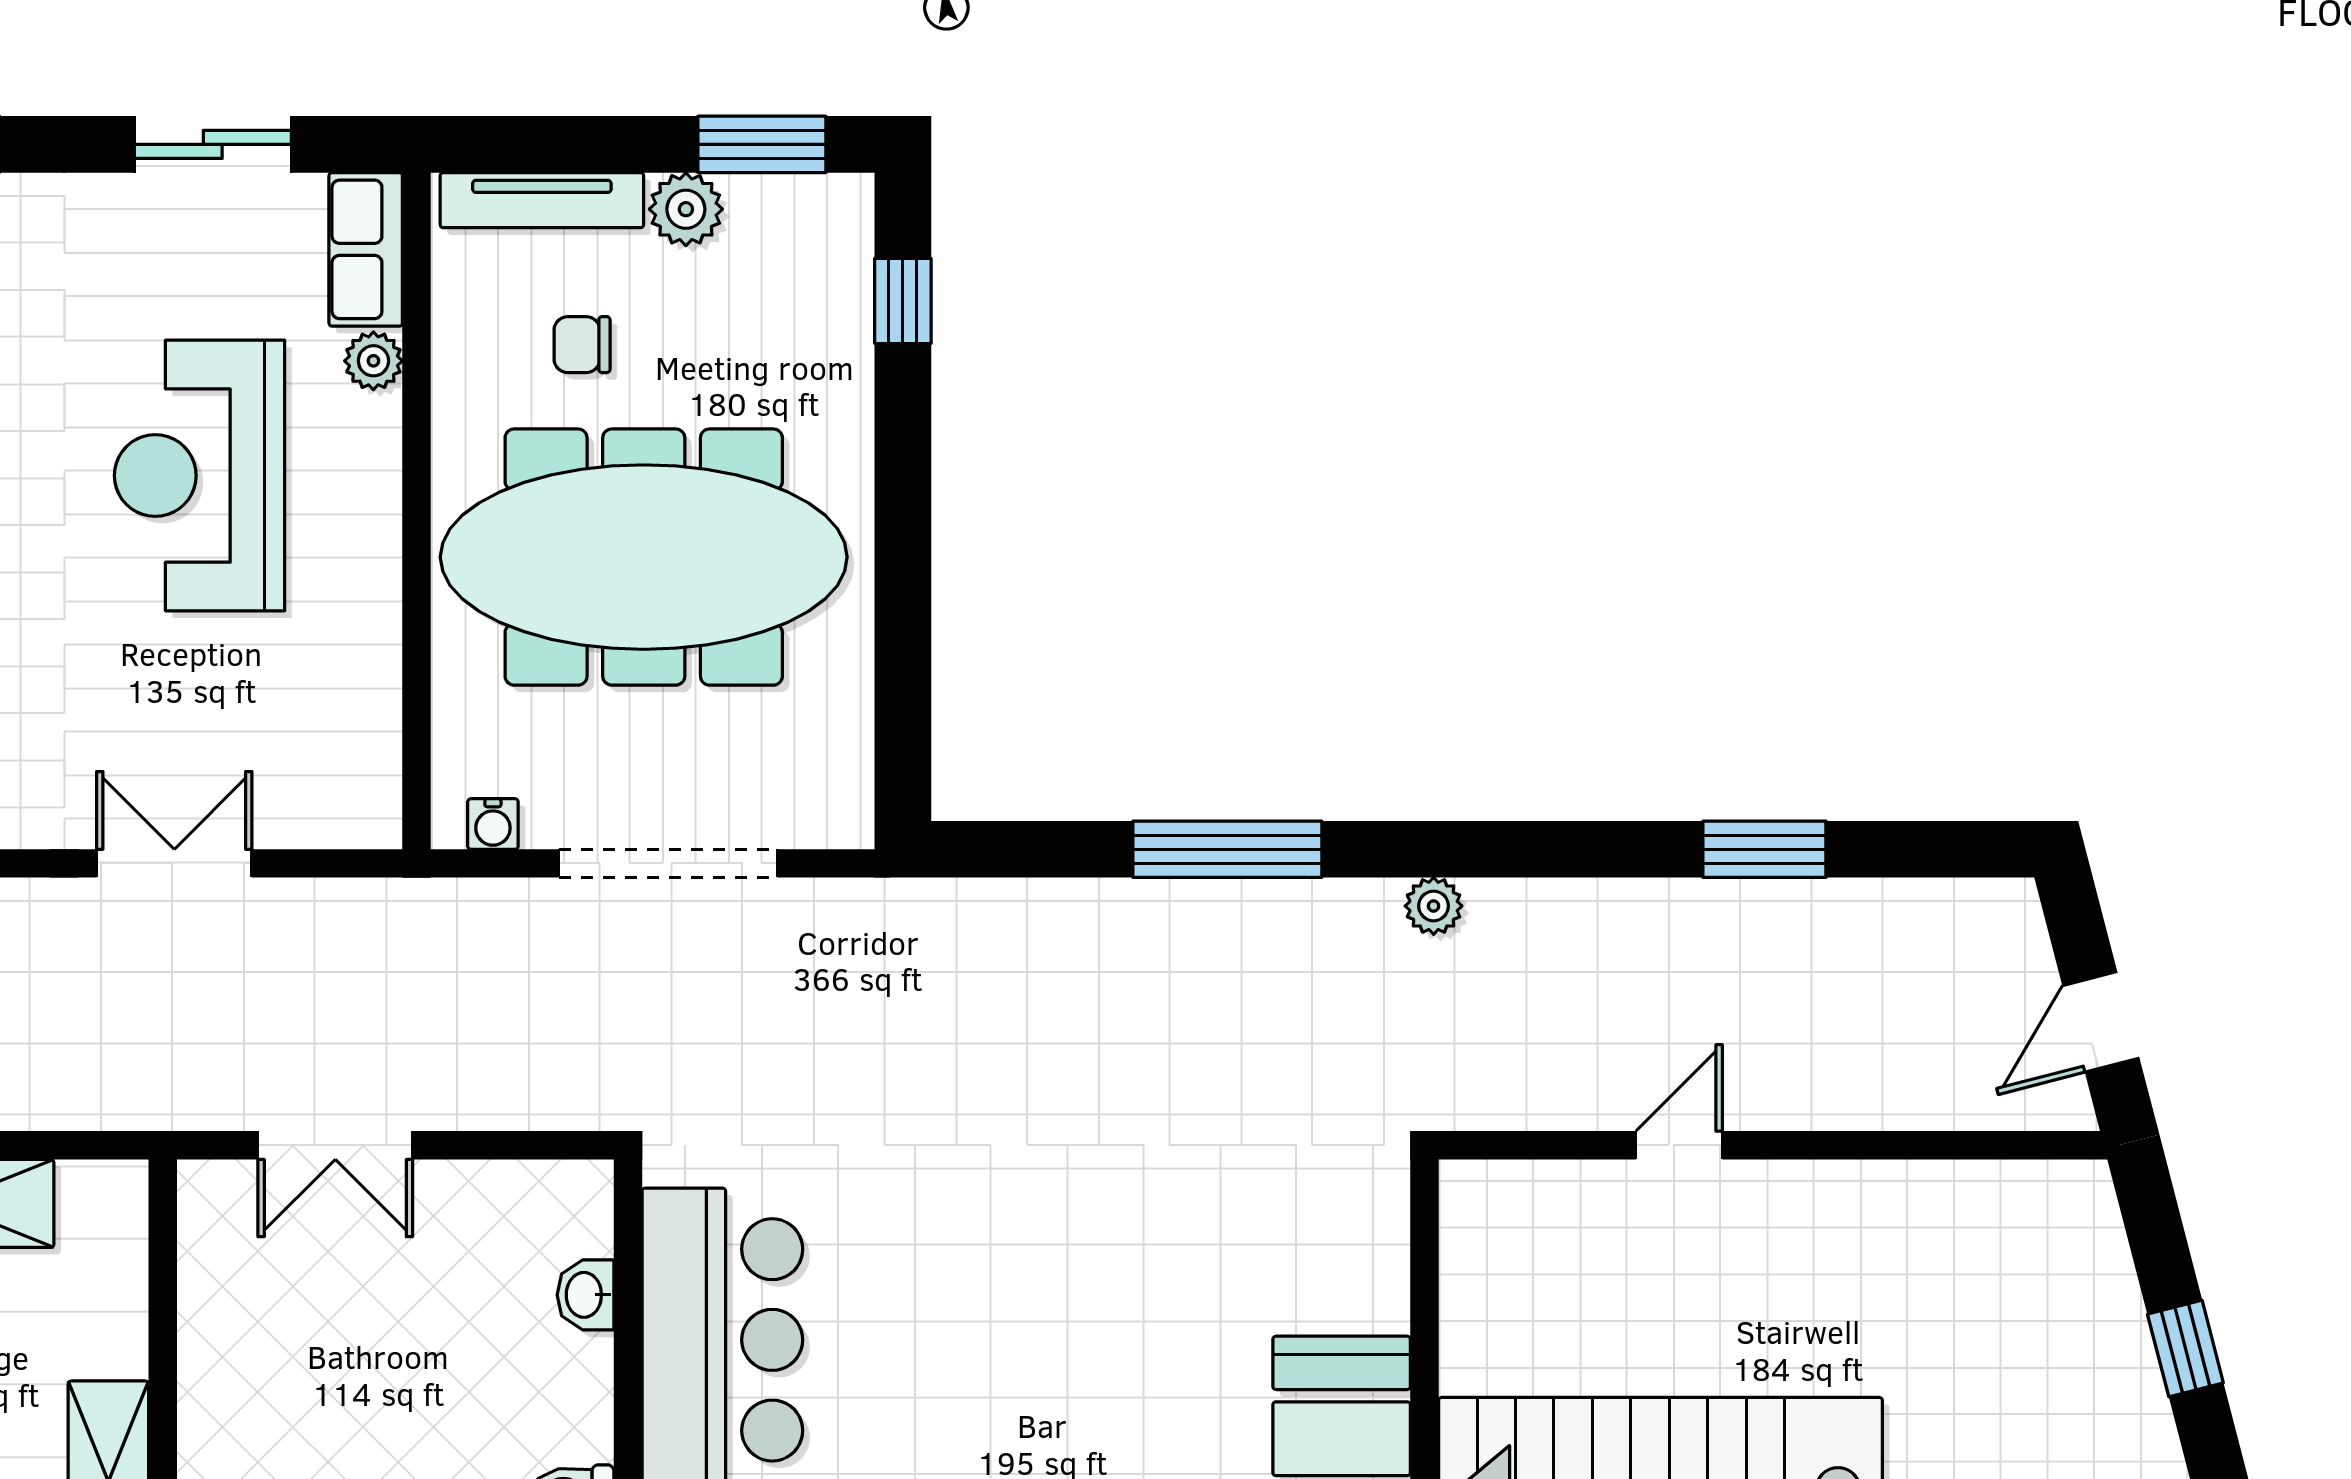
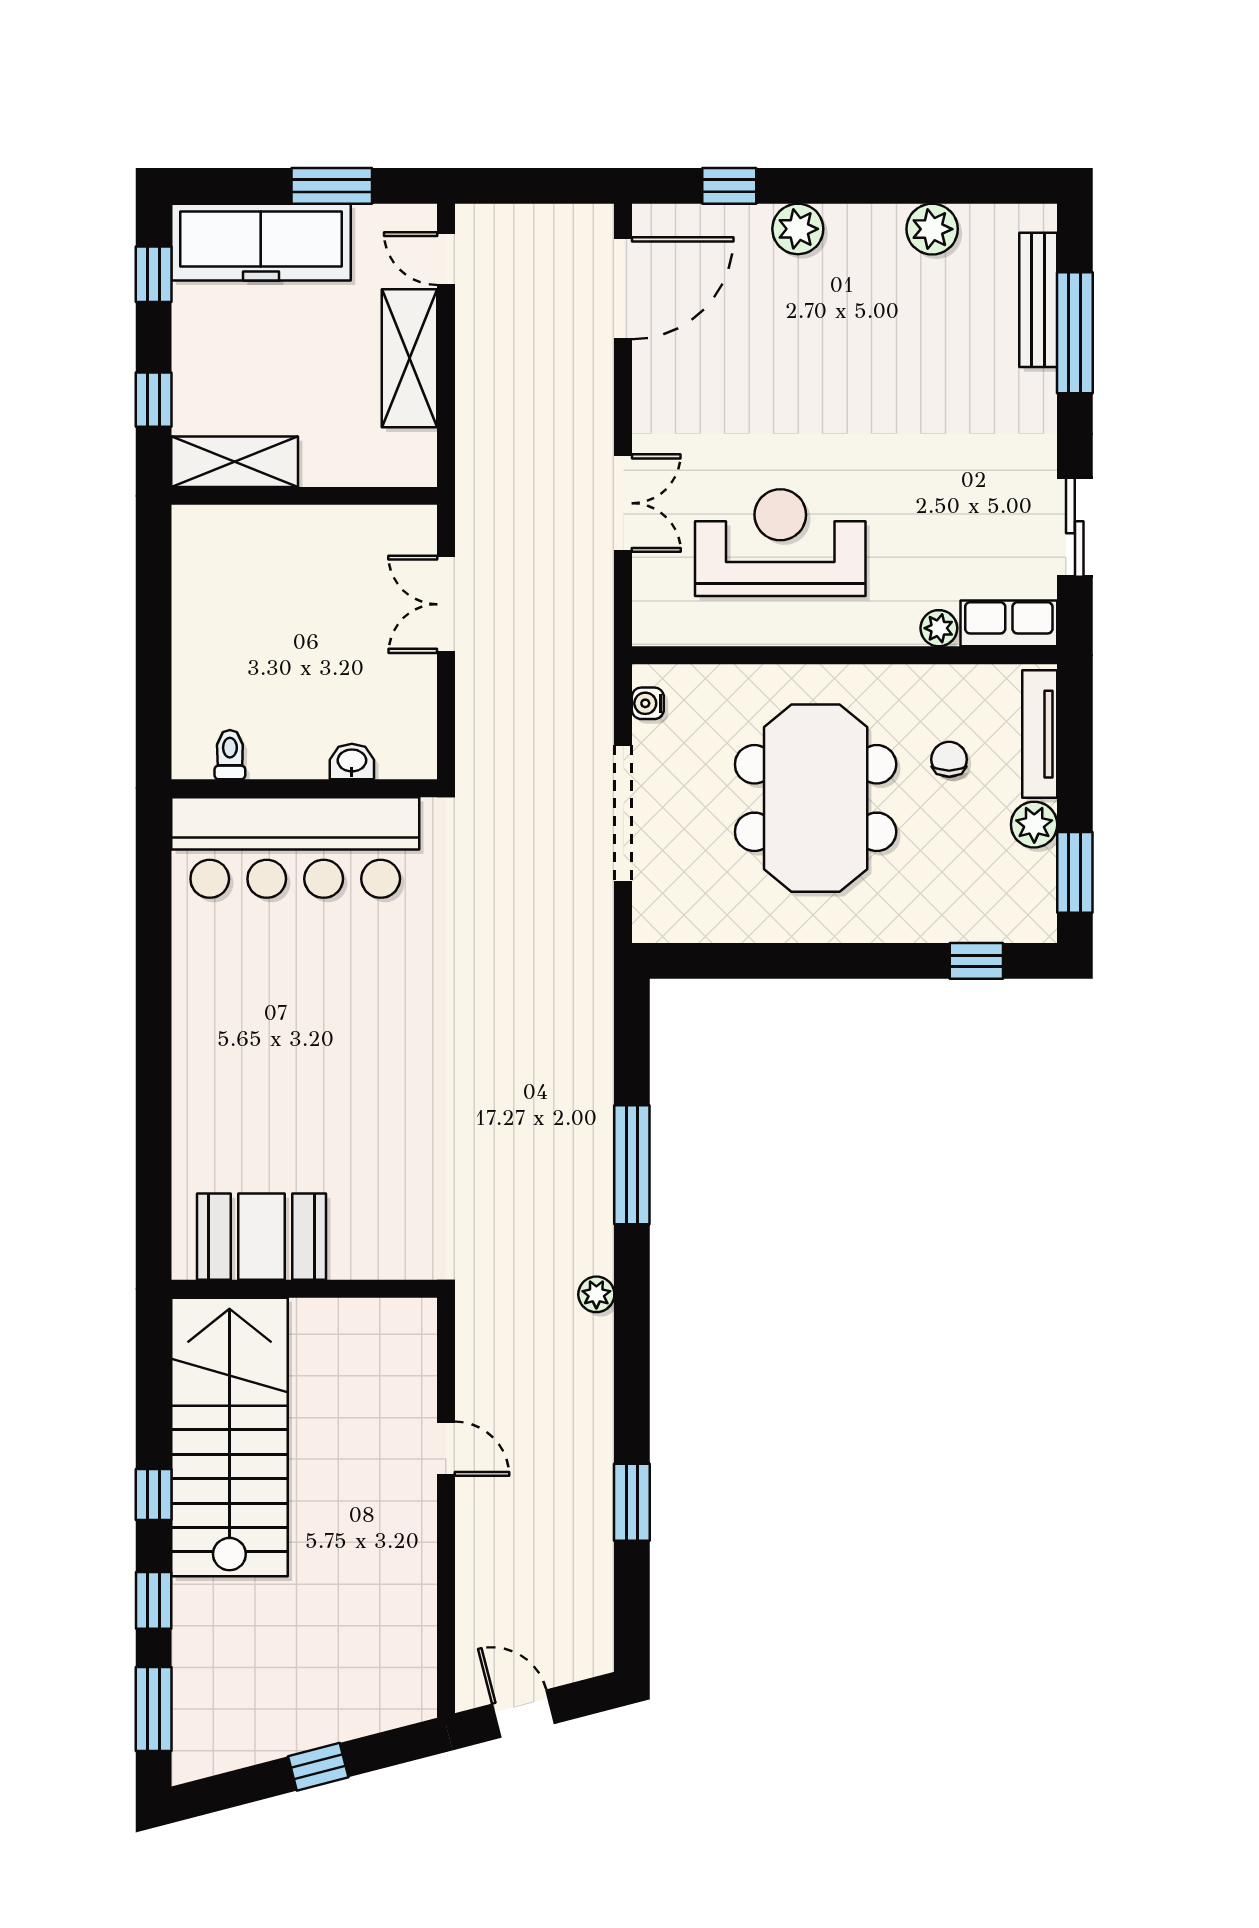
reception desk: (200, 476) -> (780, 543), moved
meeting table: (644, 557) -> (816, 798), width x0.73

